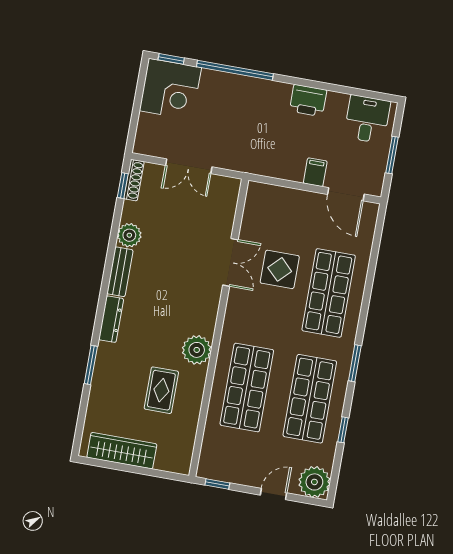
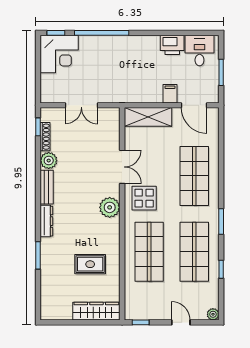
printer: (308, 100) -> (172, 45), moved
shoe rack: (134, 180) -> (45, 137), moved
shelving: (279, 199) -> (148, 117), added
display table: (280, 269) -> (144, 198), moved
plant: (197, 350) -> (110, 207), moved
rug: (161, 390) -> (90, 264), turned 90
wardrobe: (122, 451) -> (96, 311), moved
plant: (314, 482) -> (213, 314), width x0.53, depth x0.53
door: (273, 494) -> (181, 322), hinge flipped

